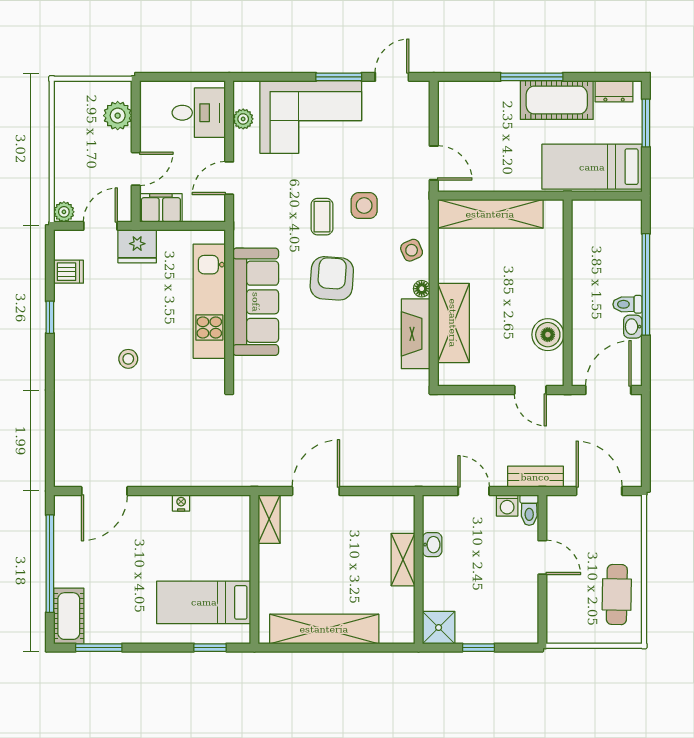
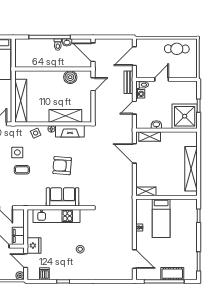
armchair: (332, 278) -> (62, 166), moved
sofa: (256, 302) -> (63, 197), width x0.73
door: (316, 491) -> (134, 153), moved
shelving: (403, 560) -> (150, 137), moved
bed: (204, 602) -> (161, 218), moved
cot: (69, 616) -> (172, 274), moved
shower: (439, 628) -> (185, 116), width x1.86, depth x1.86

